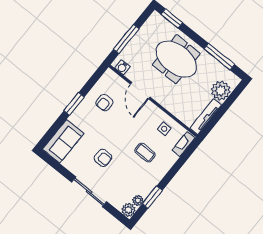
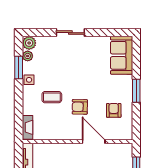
water cooler: (122, 67) -> (122, 149), removed
side table: (164, 129) -> (29, 80), moved
armchair: (103, 158) -> (80, 107), moved
sliding door: (89, 192) -> (70, 33), width x0.73

